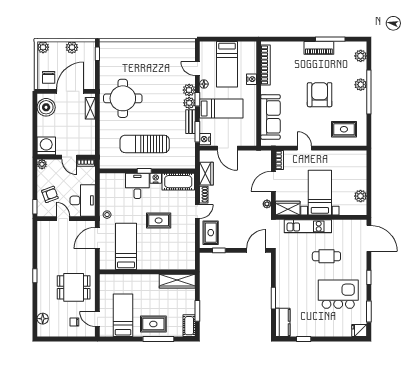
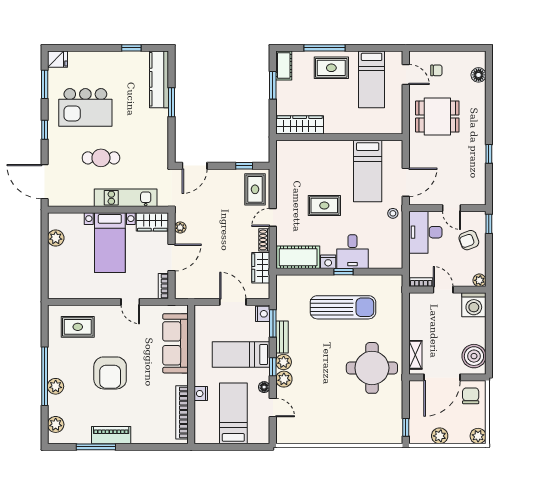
window: (35, 276) -> (489, 154), moved
kitchen counter: (283, 322) -> (159, 79), width x1.50

